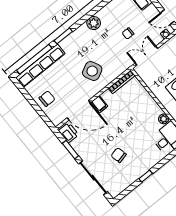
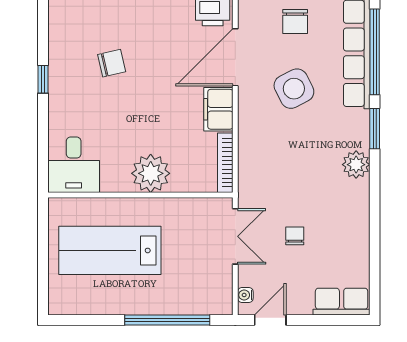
plant: (94, 23) -> (356, 165), moved
side table: (92, 71) -> (294, 89), moved
filing cabinet: (99, 104) -> (218, 109), width x2.00
plant: (164, 119) -> (151, 173), moved, width x1.88, depth x1.88

